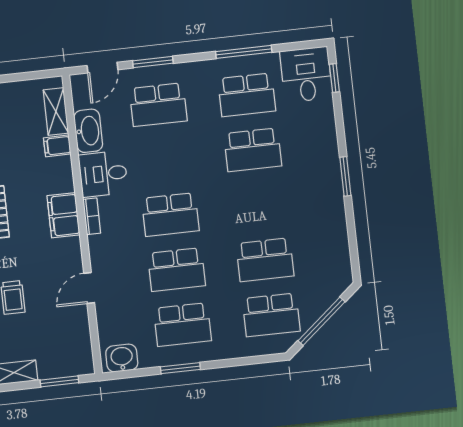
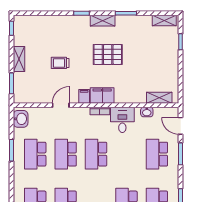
washbasin: (88, 131) -> (147, 112), width x0.52, depth x0.69
filing cabinet: (57, 146) -> (84, 96), moved
door: (89, 288) -> (61, 105), hinge flipped

